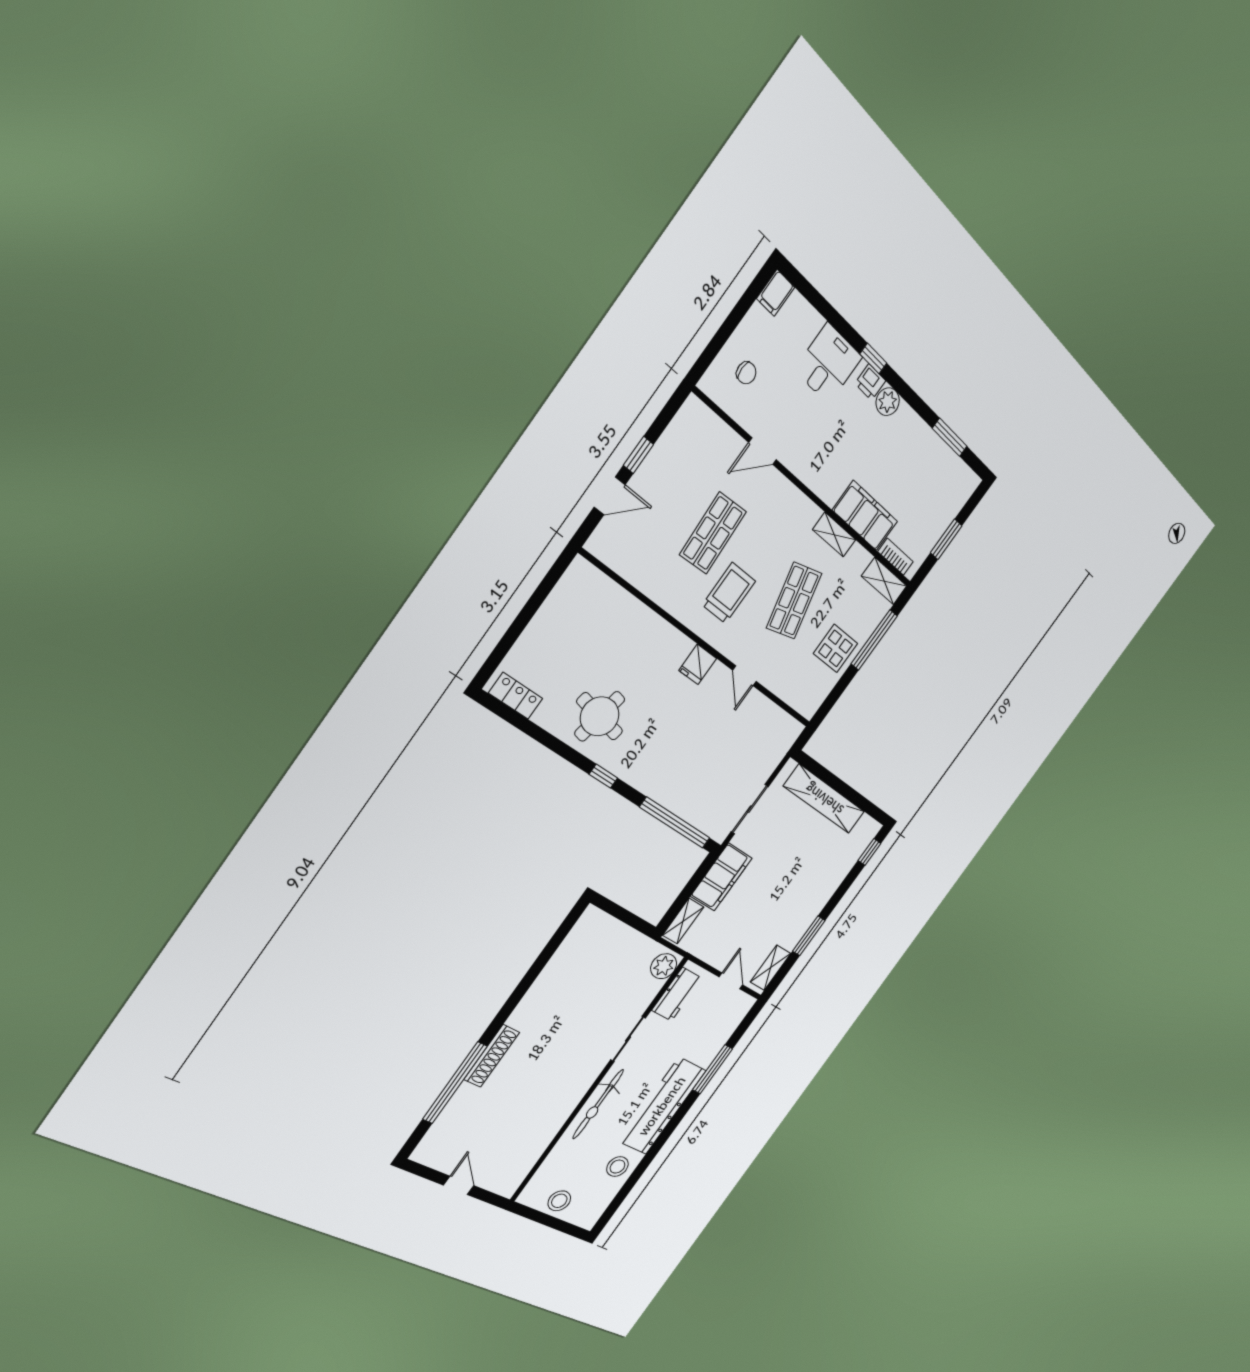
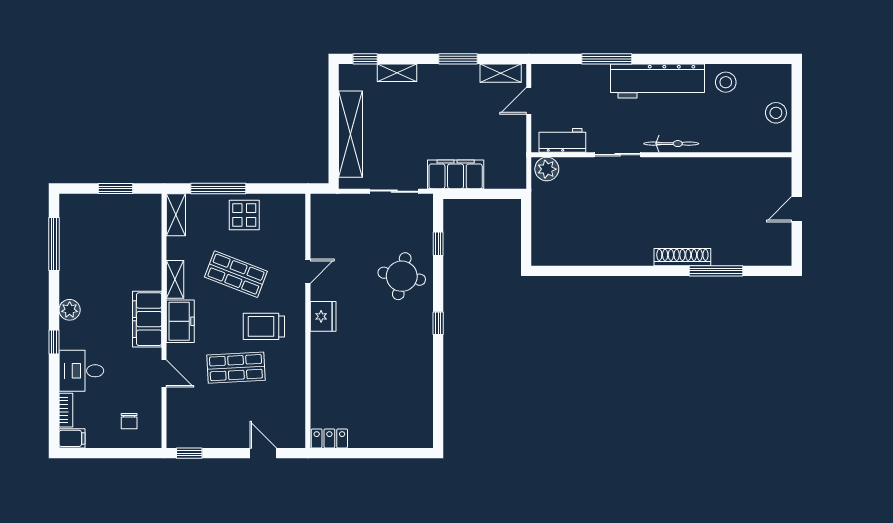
chair: (746, 373) -> (129, 421), turned 180
printer: (870, 382) -> (68, 332), removed
window: (950, 437) -> (54, 244), width x1.44
window: (638, 455) -> (189, 453), moved
freezer: (795, 509) -> (180, 321), added
filing cabinet: (865, 516) -> (147, 319), moved
bookcase: (896, 557) -> (66, 410), moved, turned 180
shop shelf: (794, 601) -> (236, 274), turned 36
fridge: (698, 664) -> (323, 316), width x1.38
locker: (516, 696) -> (329, 438), moved, turned 90
round table: (600, 716) -> (402, 276), moved
window: (675, 823) -> (438, 244), width x0.32
shelving: (683, 921) -> (397, 73), moved
window: (455, 1083) -> (716, 271), width x0.68
bicycle: (598, 1104) -> (671, 144), width x0.73, depth x0.71

